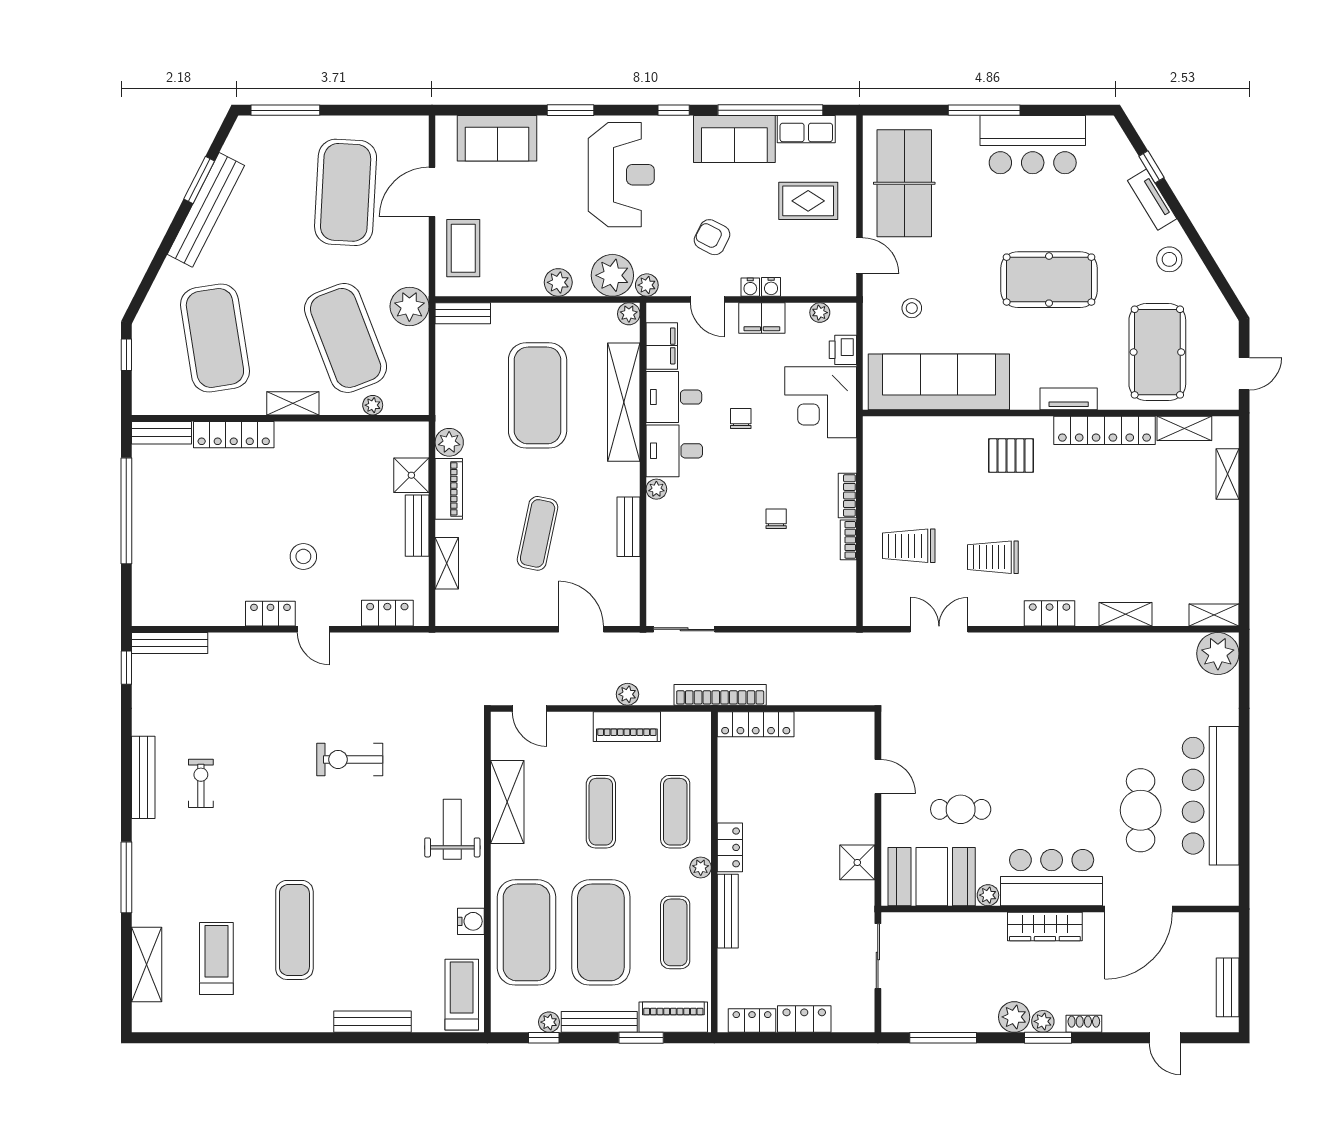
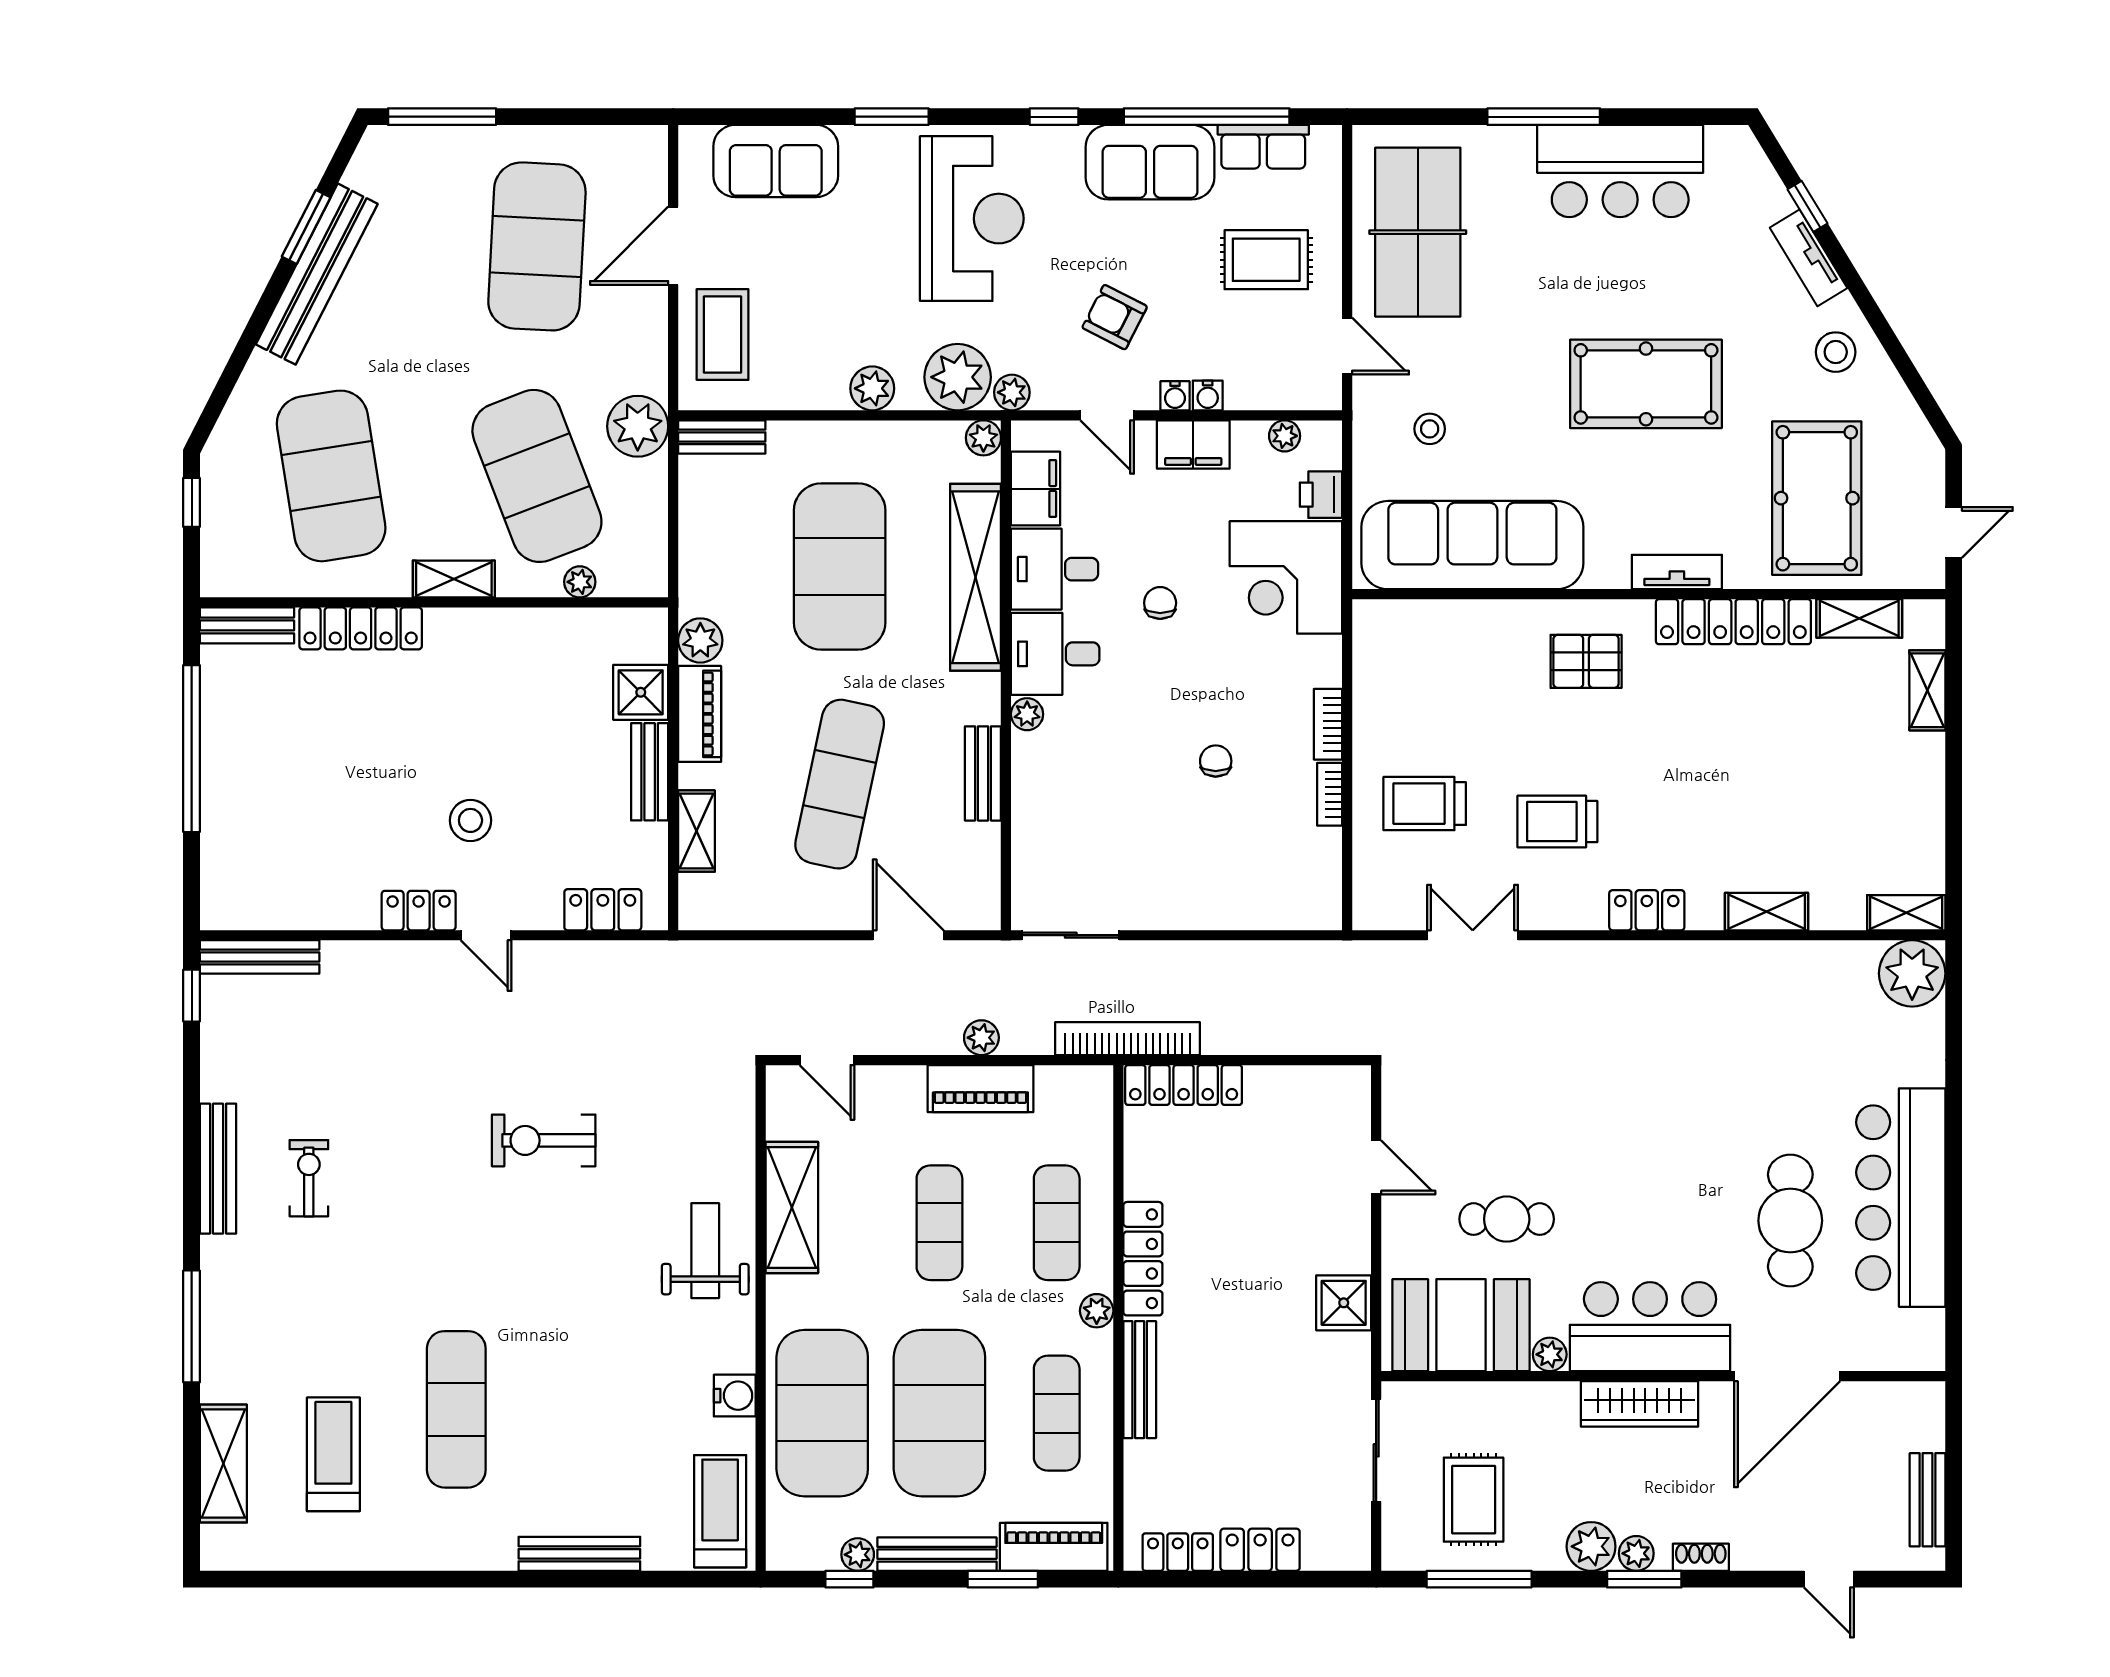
exercise mat: (538, 533) -> (840, 784), width x1.36, depth x1.45
locker: (730, 847) -> (1143, 1259), width x1.53
rug: (940, 987) -> (1474, 1500), added

